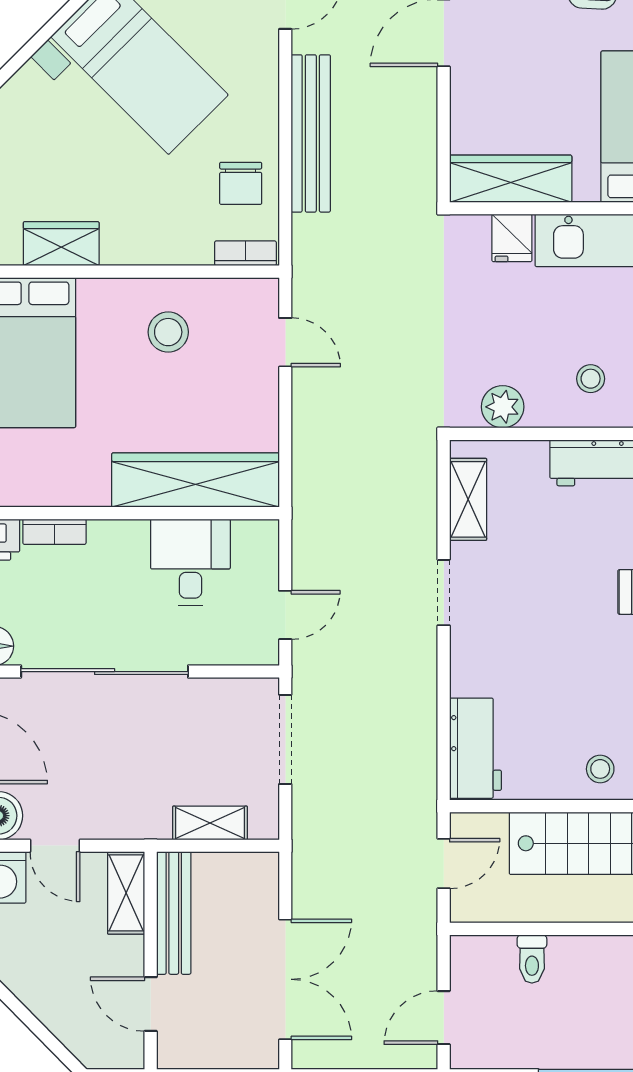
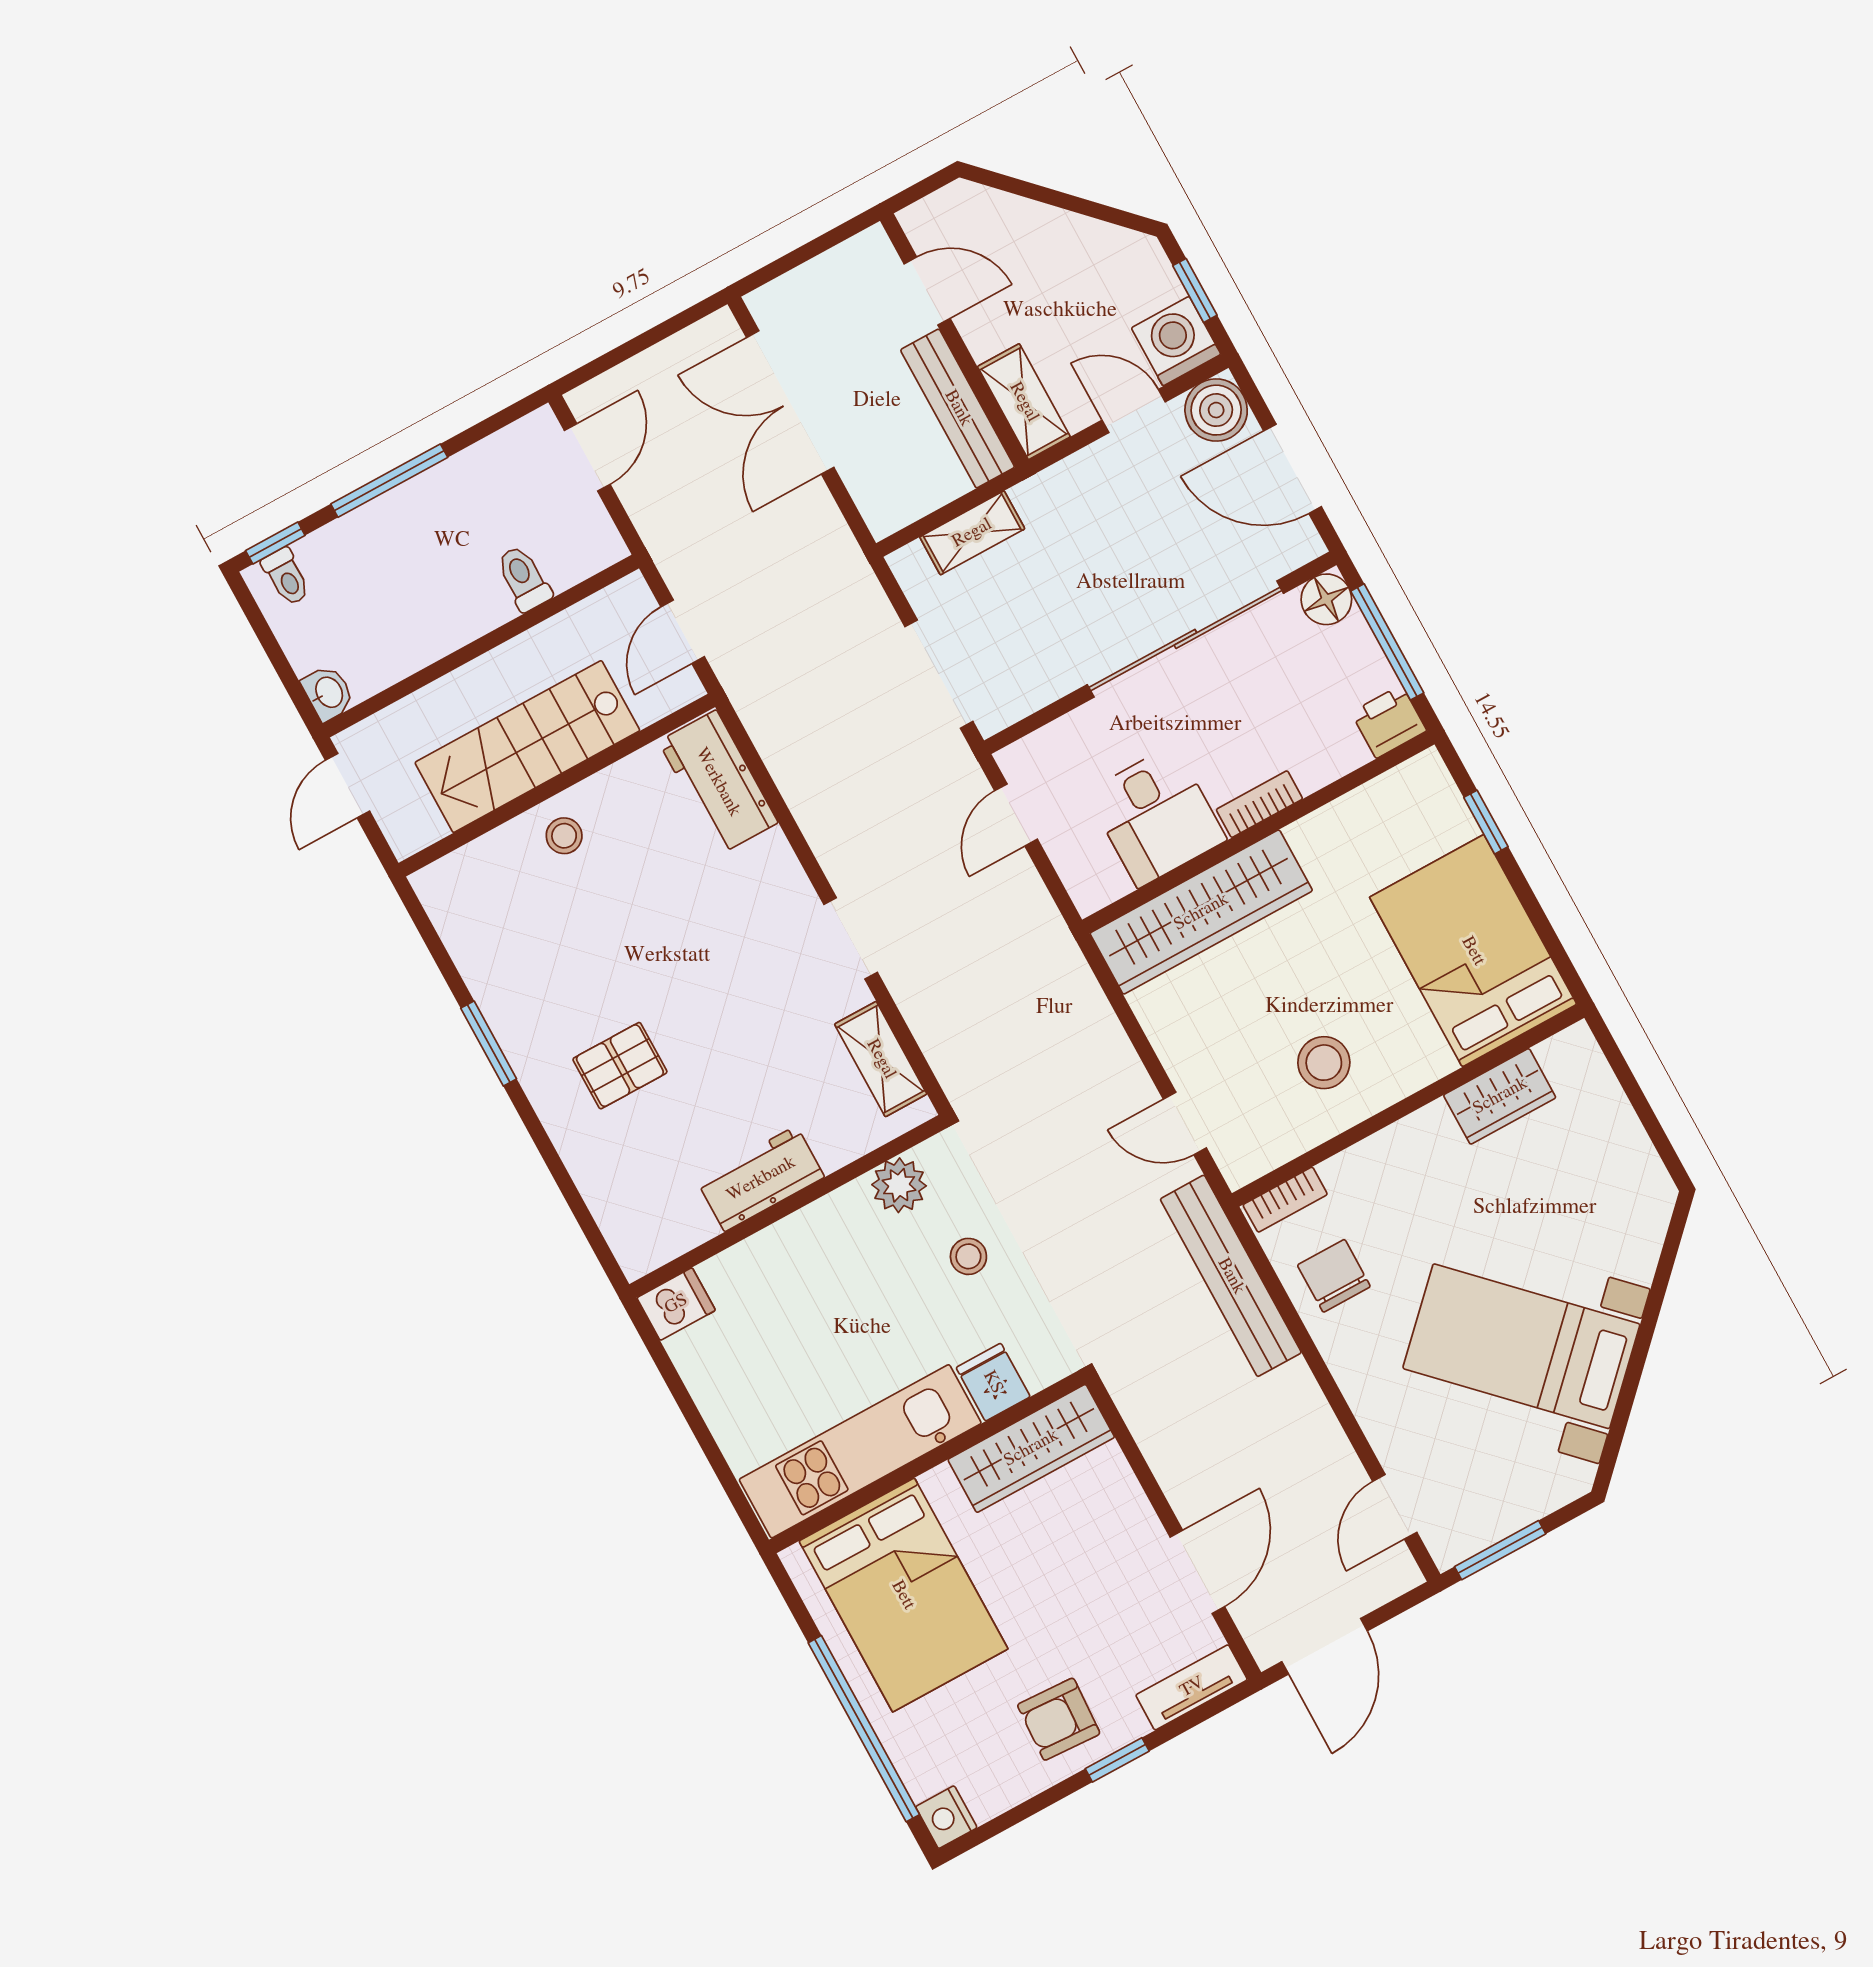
bench: (311, 133) -> (1231, 1276), moved
stool: (591, 379) -> (968, 1256), moved
bookcase: (54, 532) -> (1259, 804), moved

